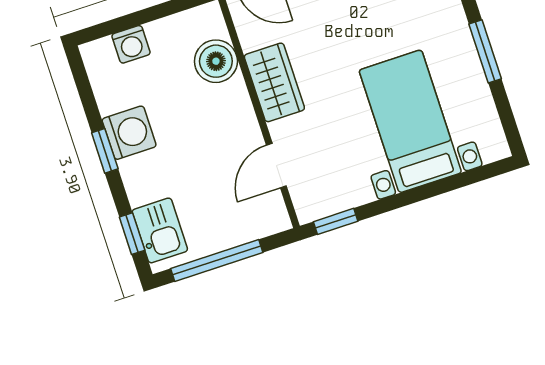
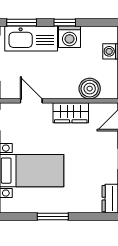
kitchen sink: (160, 230) -> (31, 39), width x1.87, depth x1.24
window: (132, 234) -> (22, 23), width x1.50

